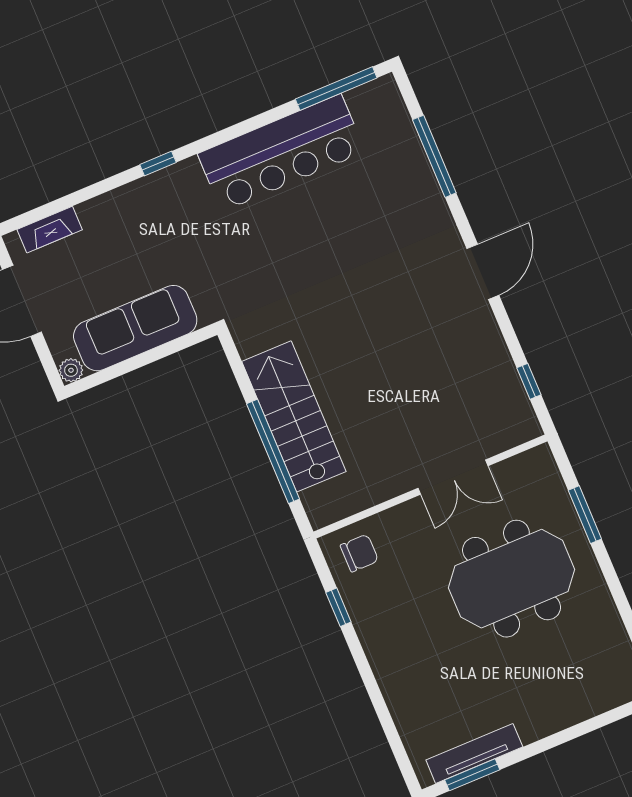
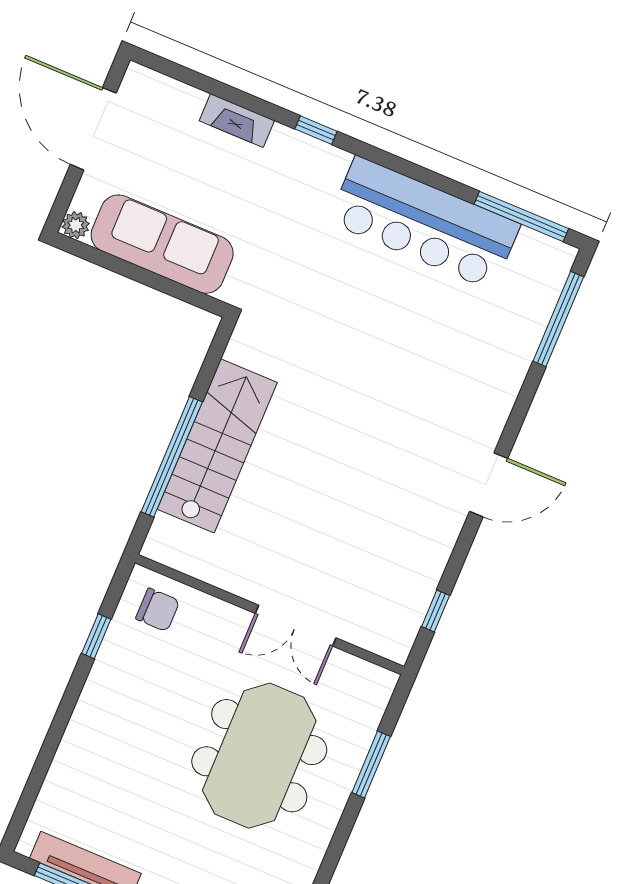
window: (434, 156) -> (558, 319), moved
fireplace: (50, 230) -> (237, 121), moved
meeting table: (512, 579) -> (259, 756), turned 90

